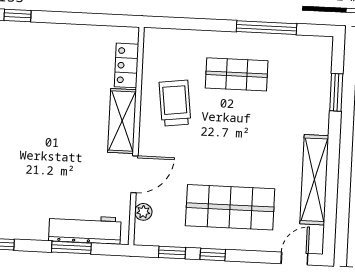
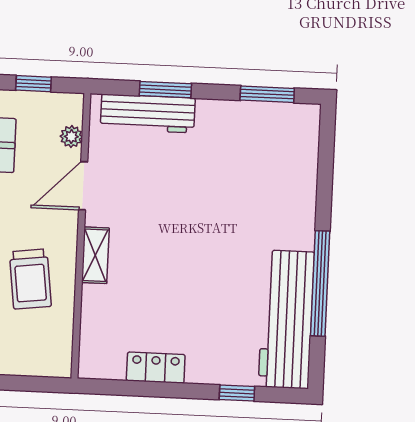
locker: (126, 65) -> (156, 368), moved, turned -90
shelving: (122, 121) -> (95, 255), width x0.67, depth x0.75

